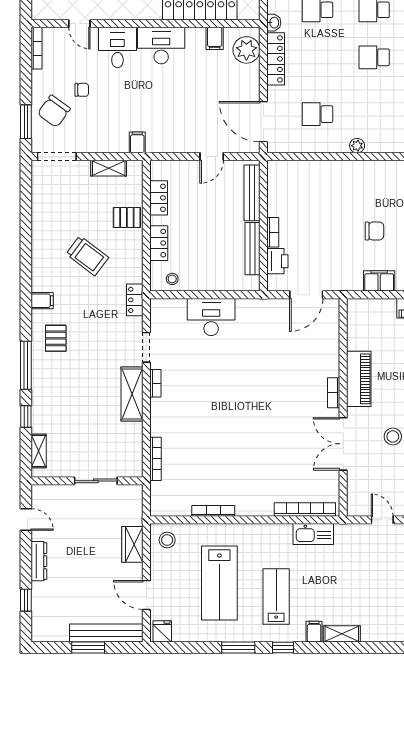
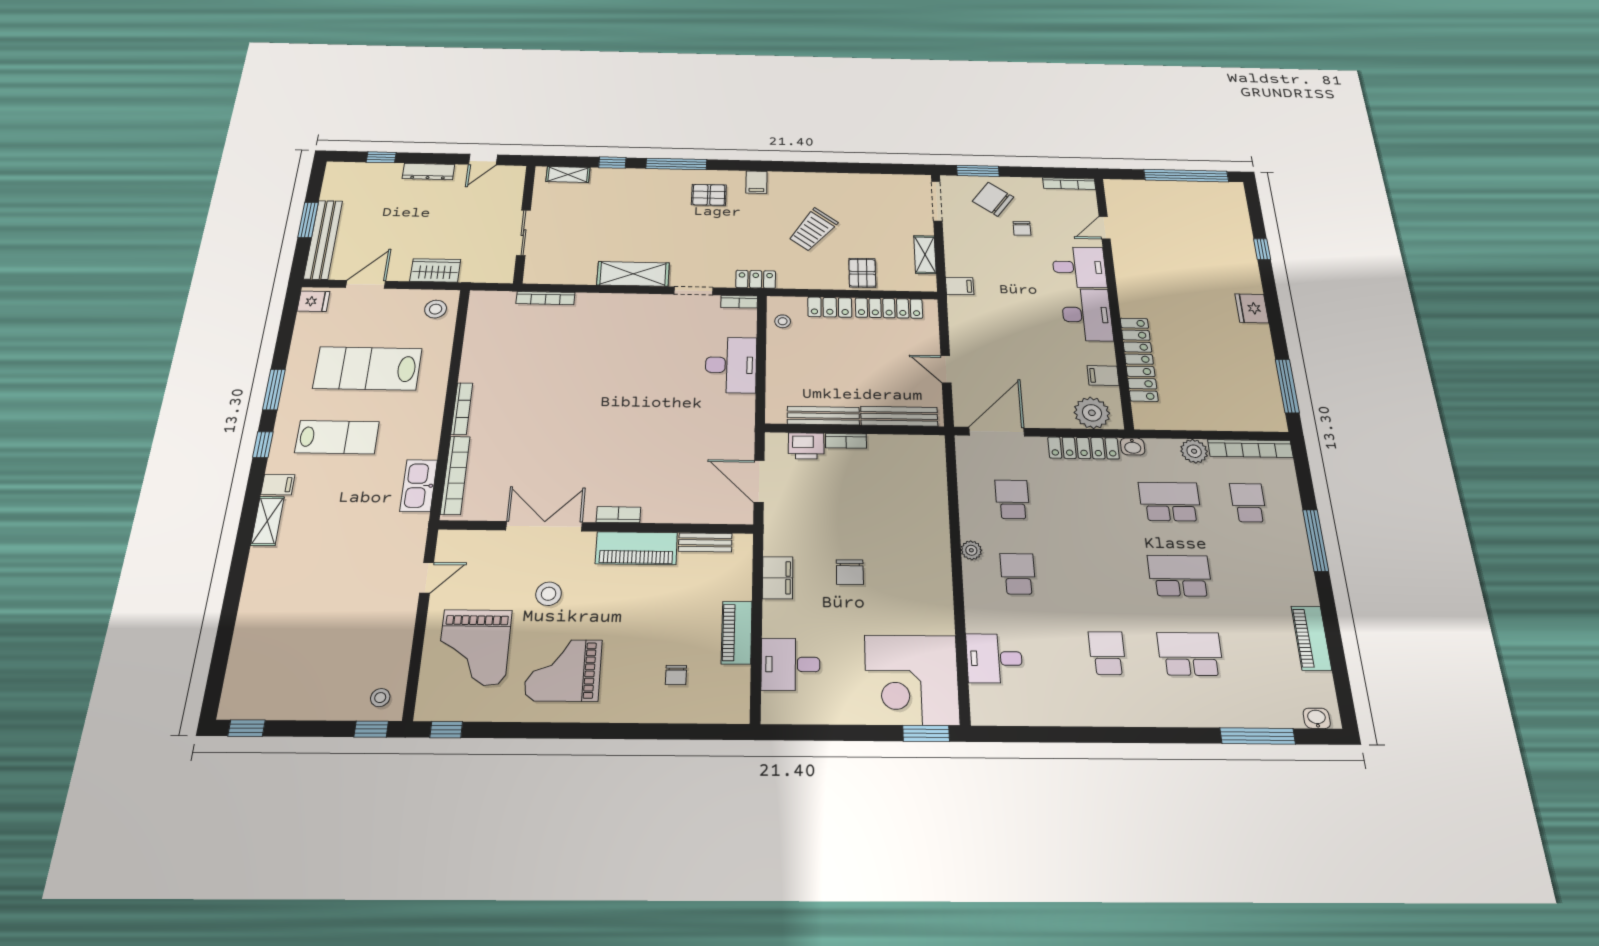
school desk: (374, 57) -> (1018, 574), moved
locker: (159, 198) -> (889, 308), width x1.53
bench: (354, 331) -> (705, 542), added
bookcase: (155, 383) -> (739, 302), moved
bookcase: (213, 511) -> (462, 409), moved

